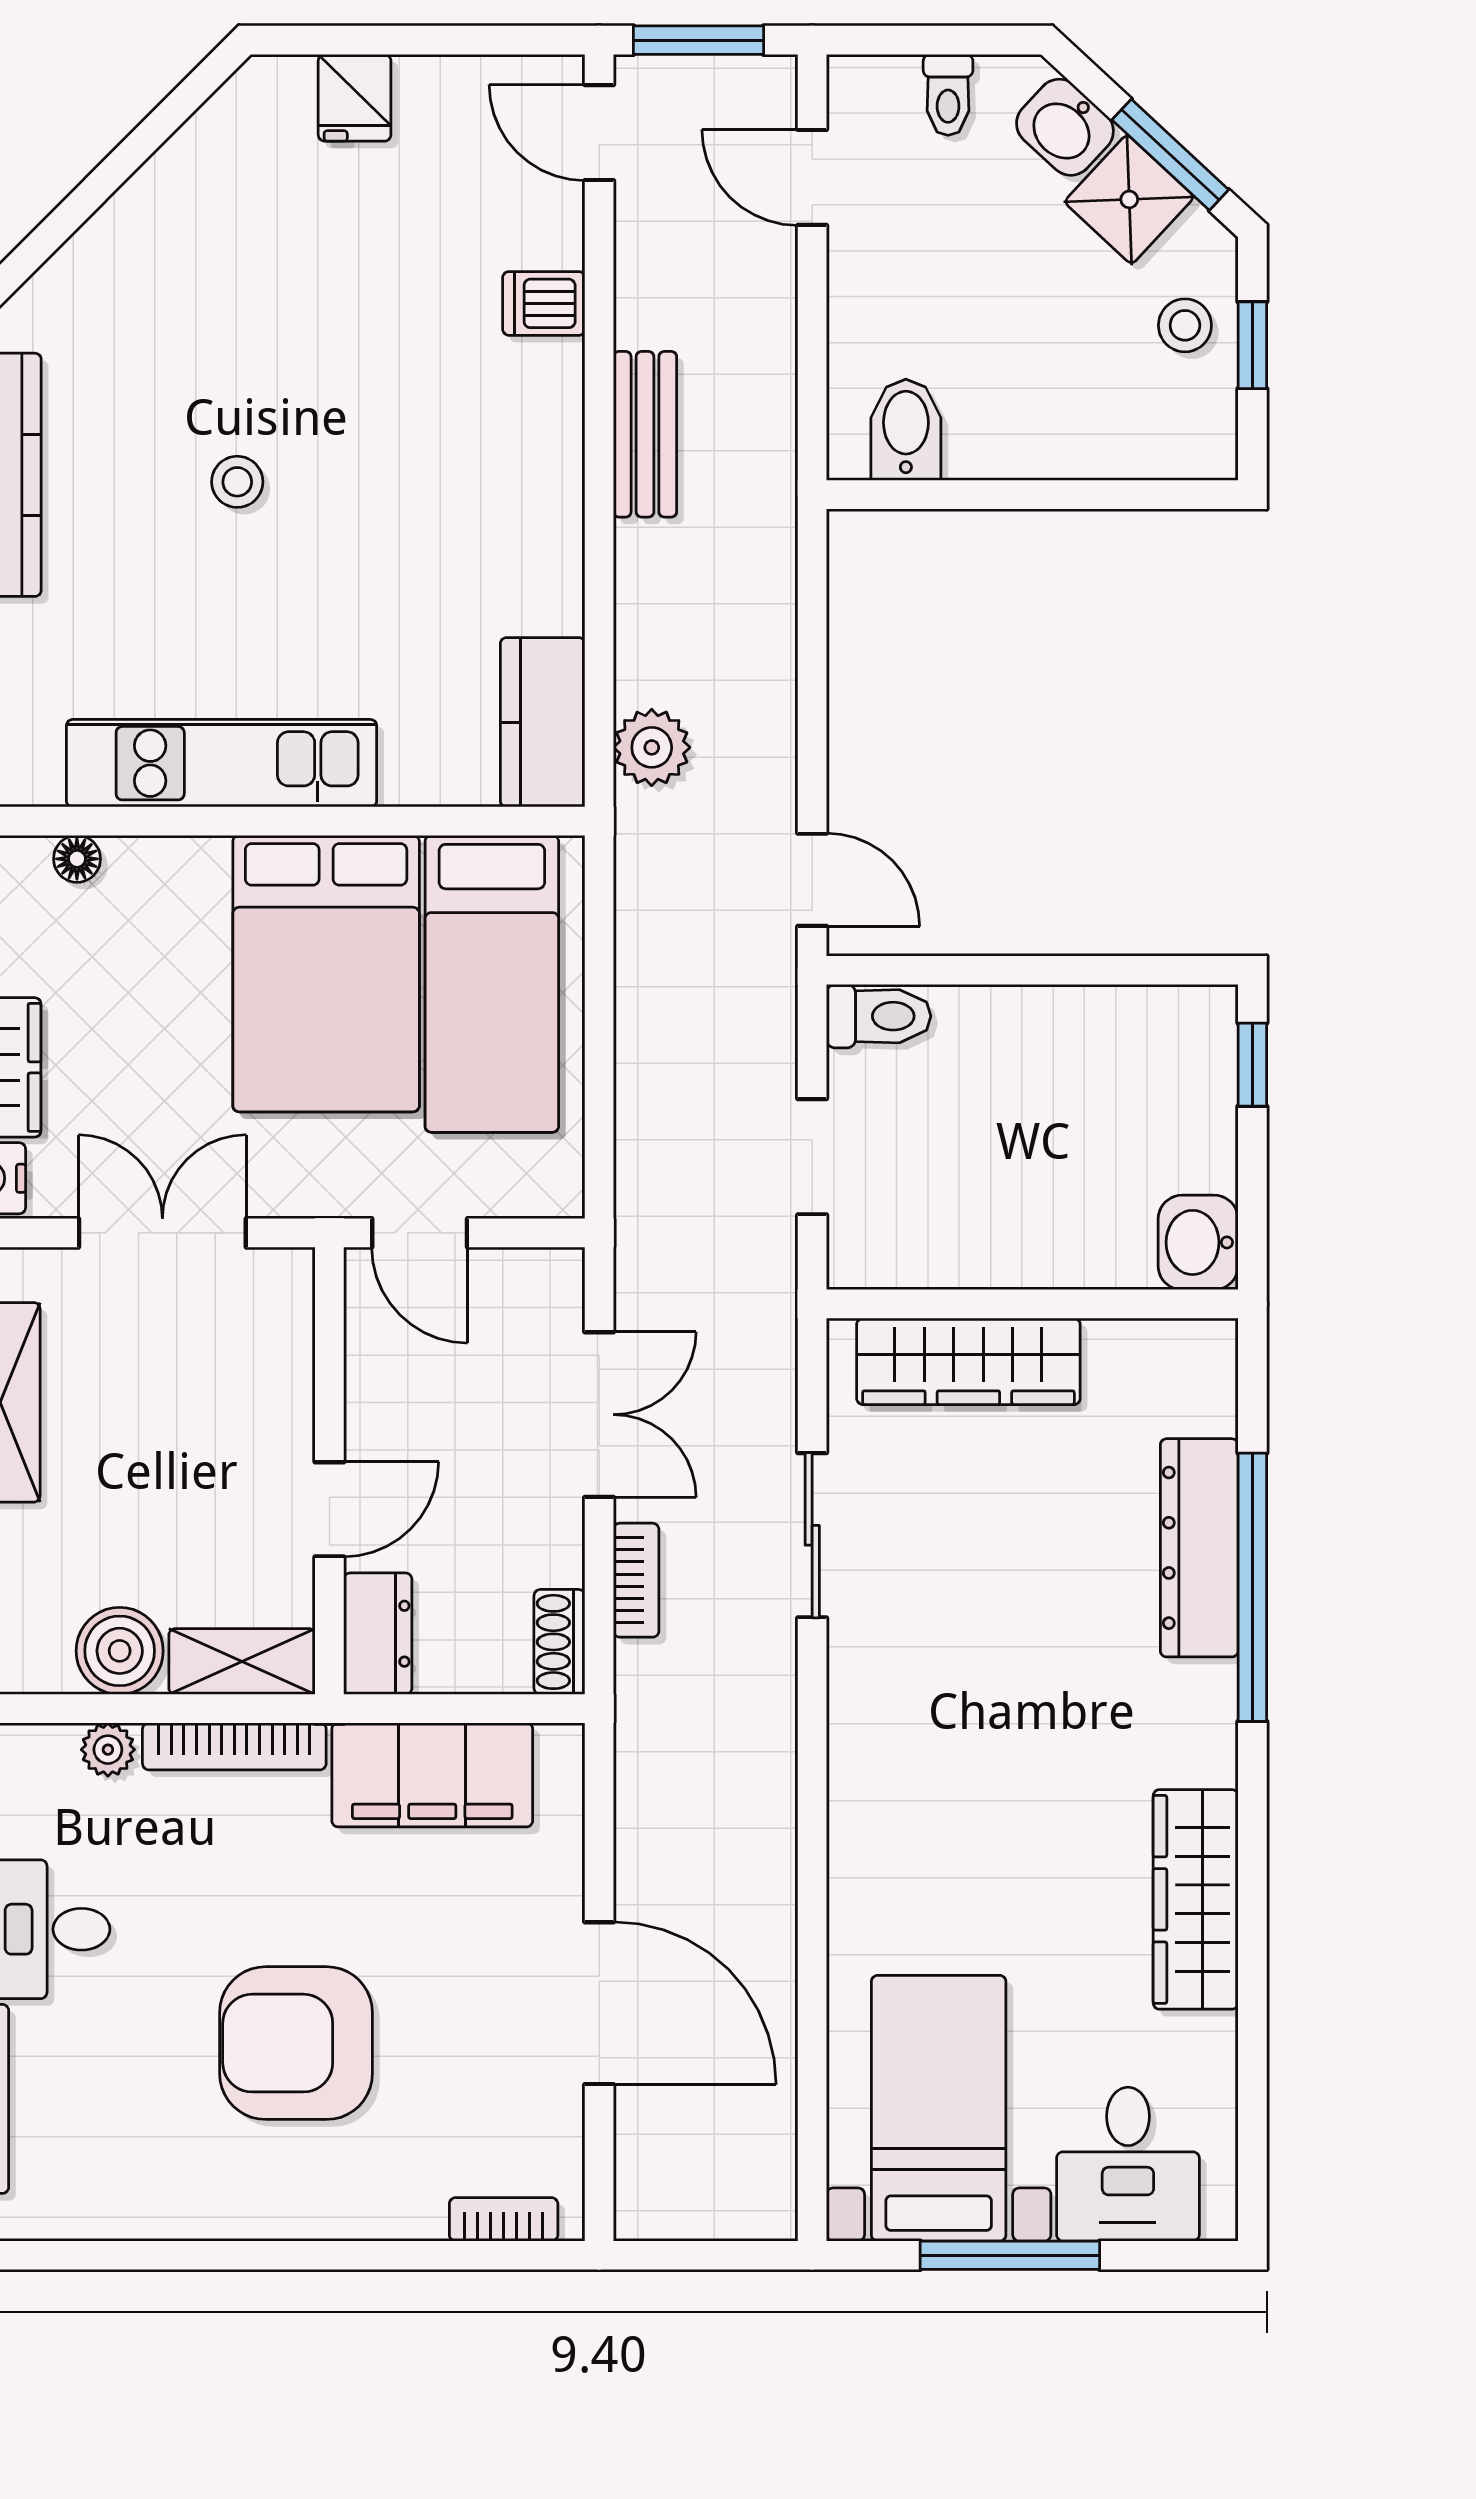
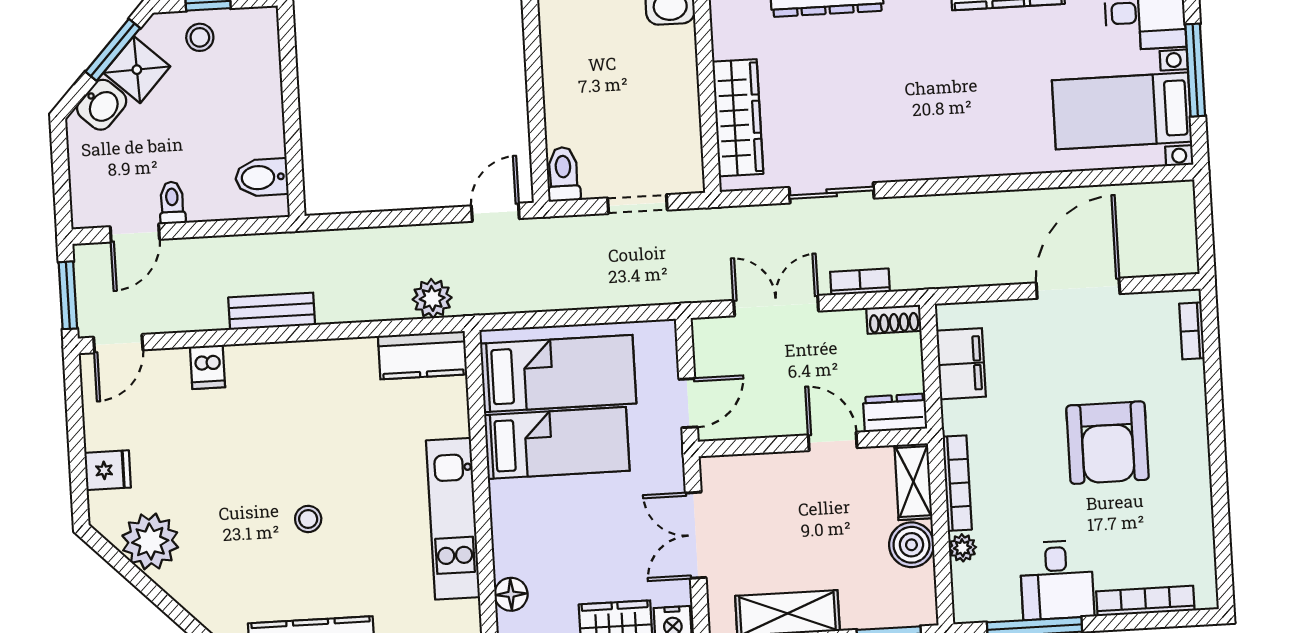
toilet: (948, 95) -> (172, 203), moved, turned -90
plant: (211, 173) -> (150, 541), added
floor lamp: (77, 859) -> (511, 594), width x1.37, depth x1.37
bed: (326, 974) -> (557, 443), width x0.67
filing cabinet: (432, 1775) -> (961, 364), width x0.67, depth x0.86

